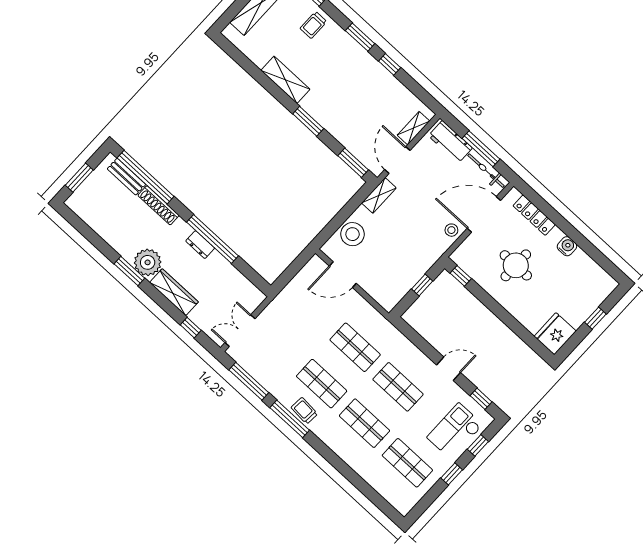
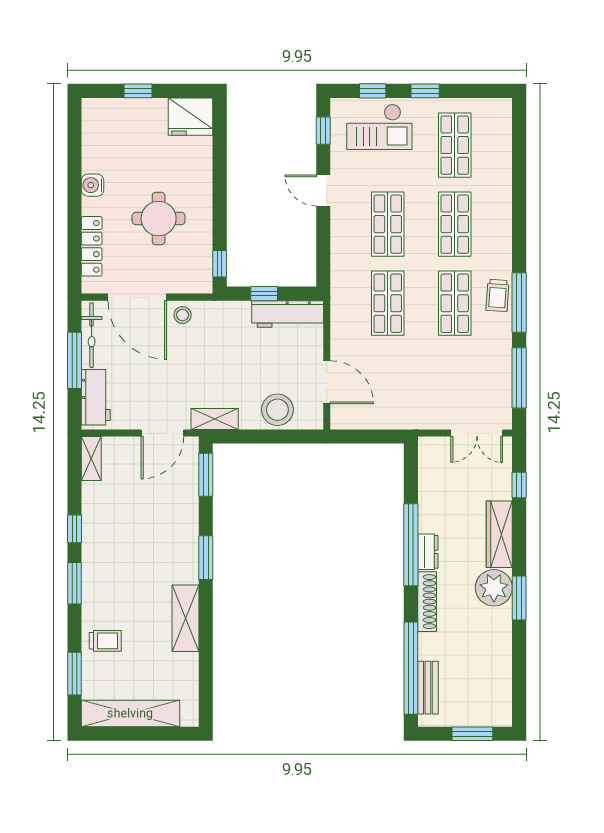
shelving: (413, 128) -> (91, 459), moved, turned 90
shoe rack: (159, 205) -> (427, 602), moved
workbench: (399, 288) -> (288, 314), added

